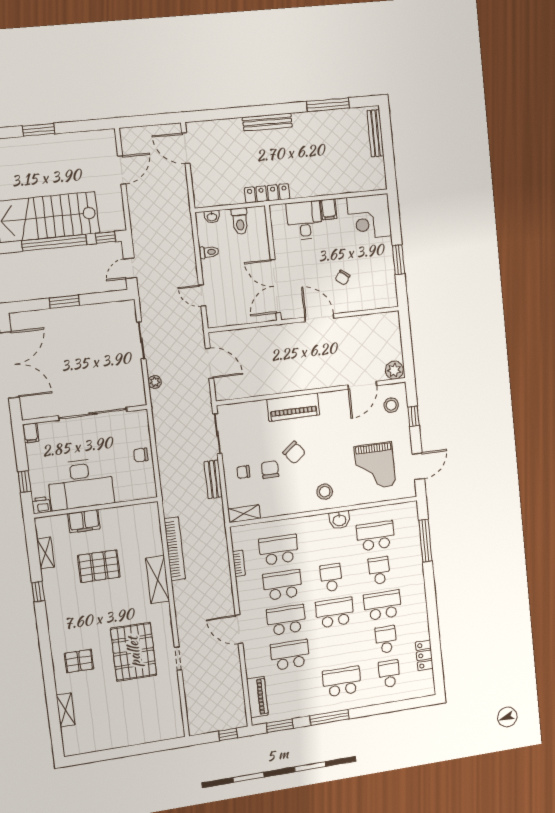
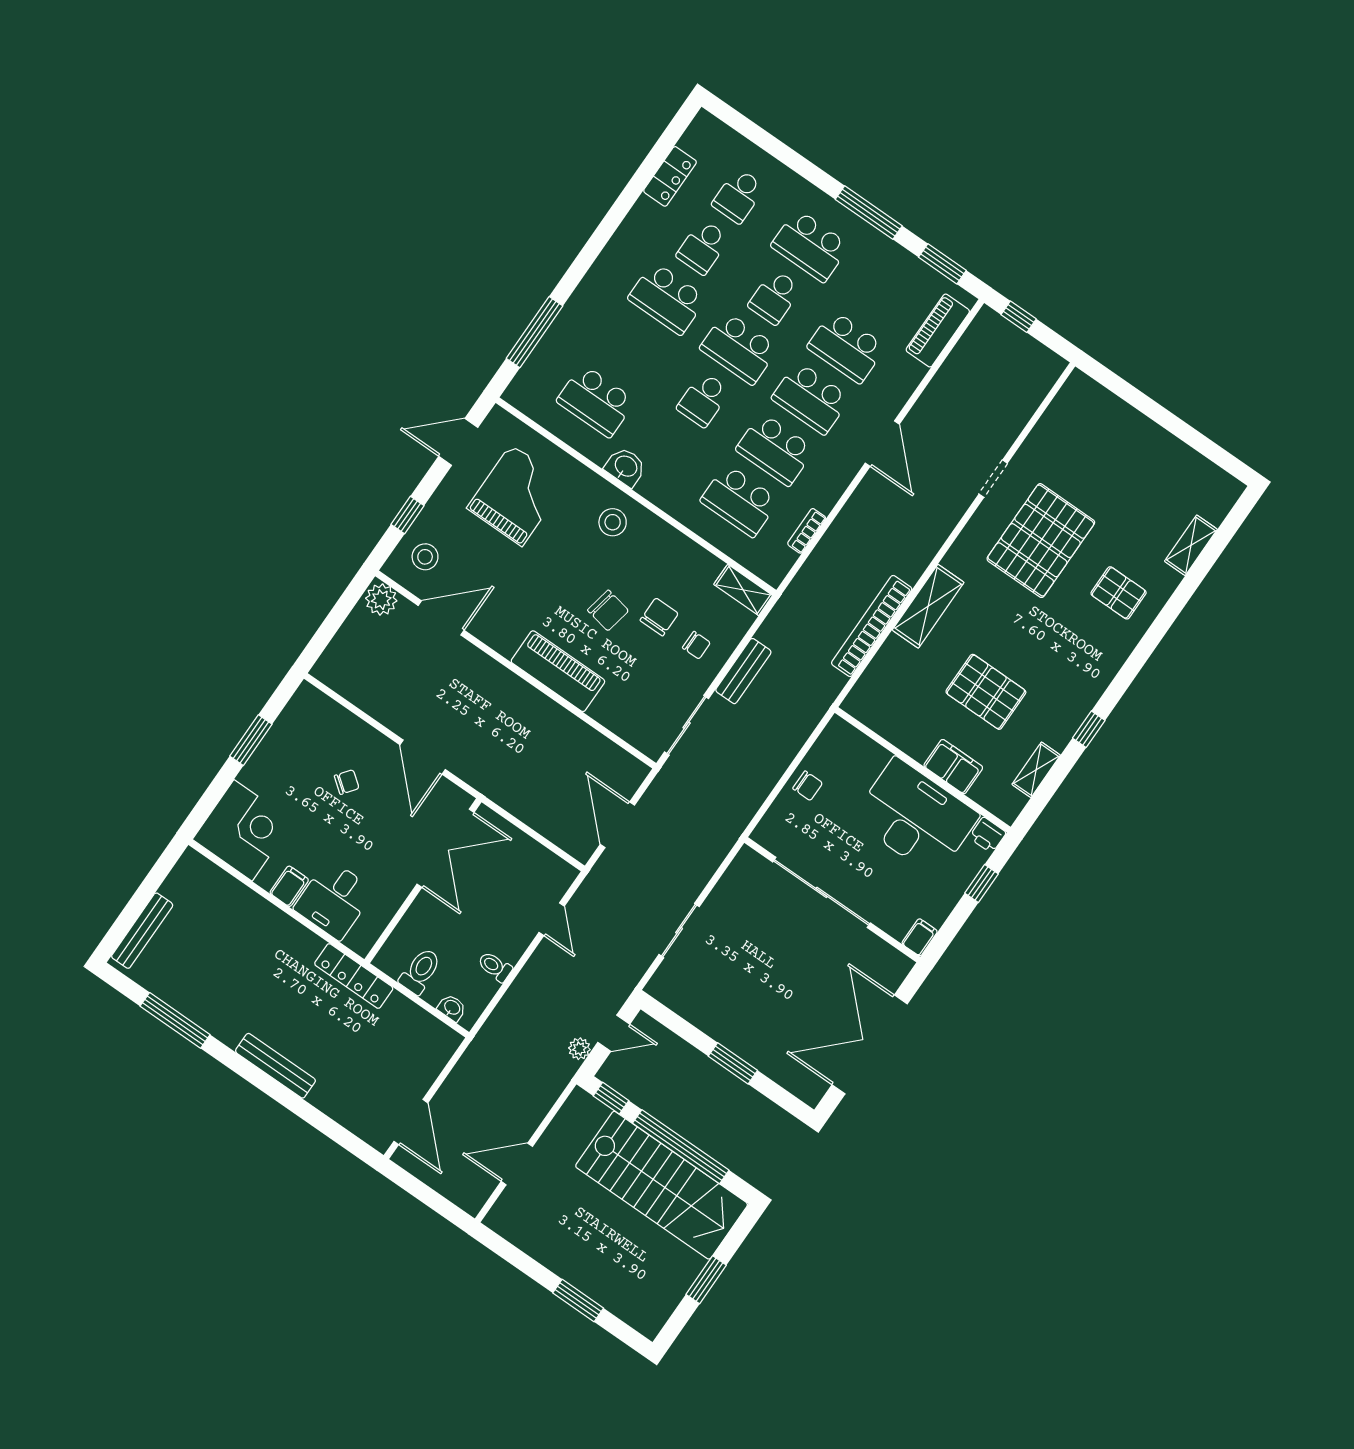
plant: (155, 382) -> (579, 1049), moved
chair: (294, 453) -> (608, 610), turned 139
chair: (270, 470) -> (659, 617), turned 180
school desk: (379, 571) -> (775, 297), moved

